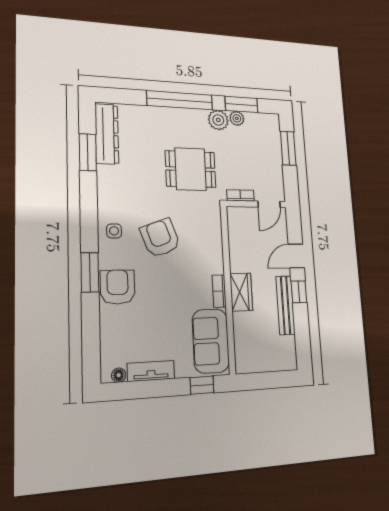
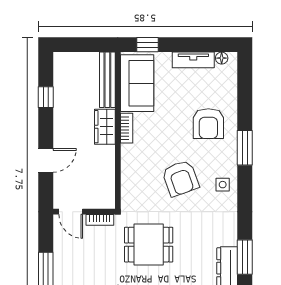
door: (269, 204) -> (71, 212), swing flipped
armchair: (118, 287) -> (208, 124), moved
window: (299, 292) -> (46, 97), moved
bench: (285, 305) -> (107, 80), moved

